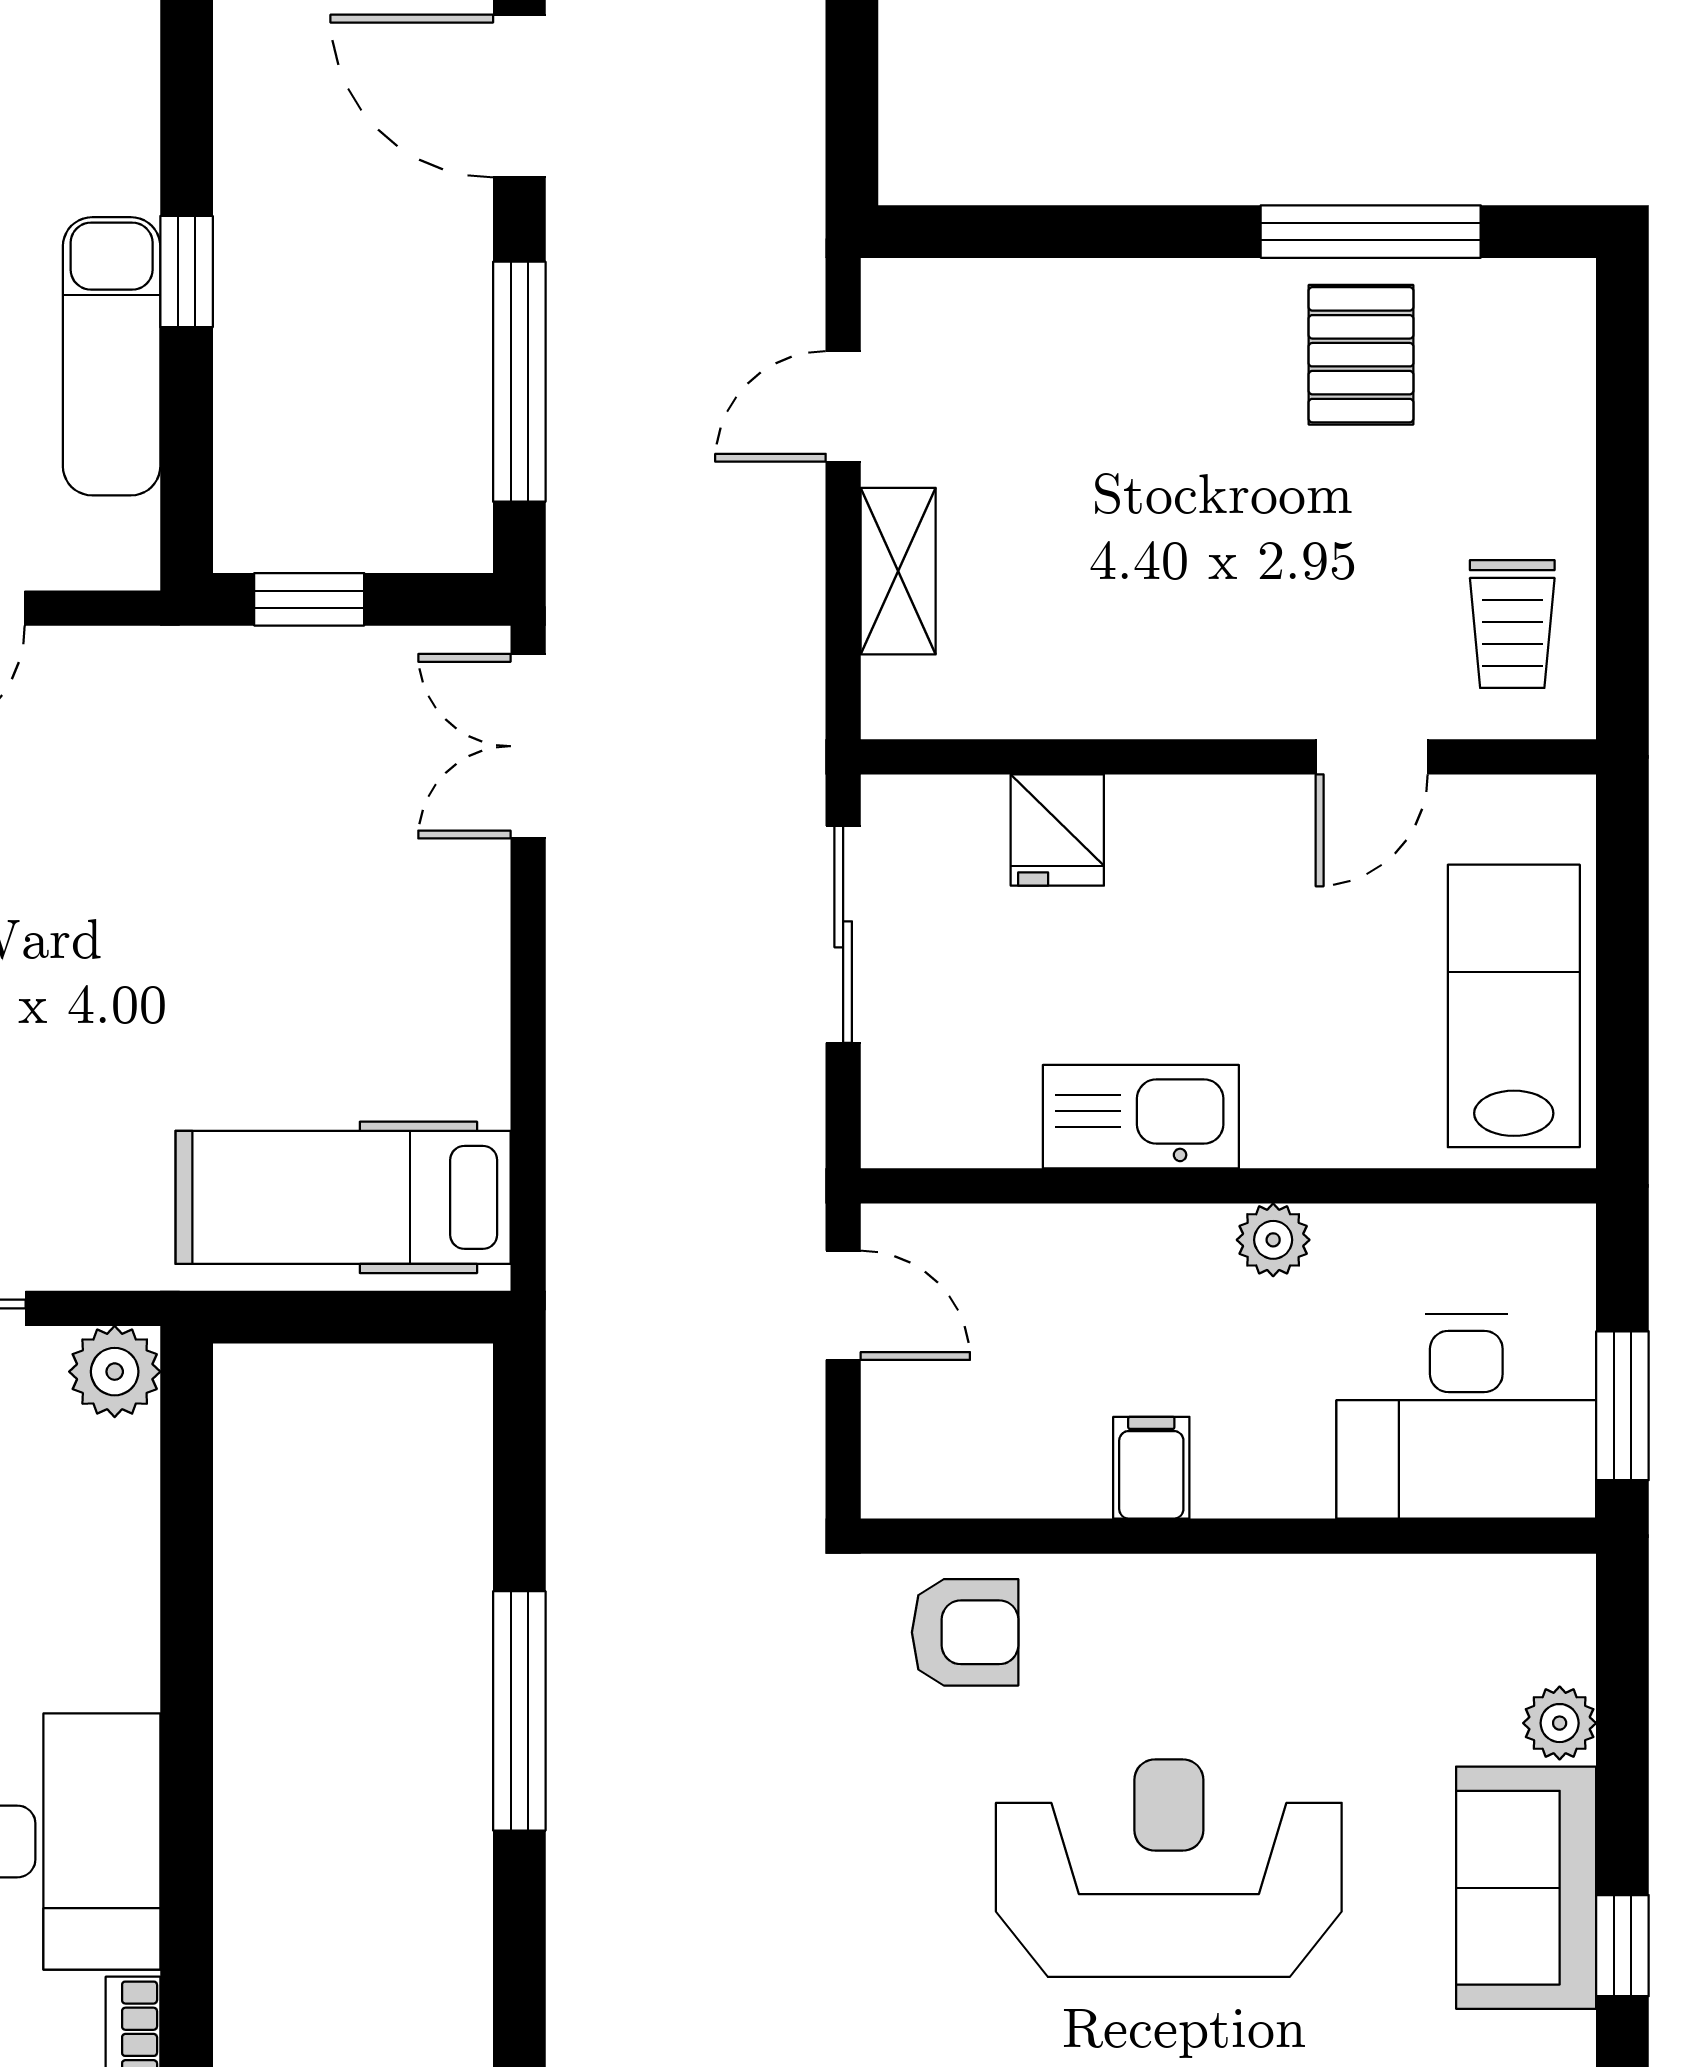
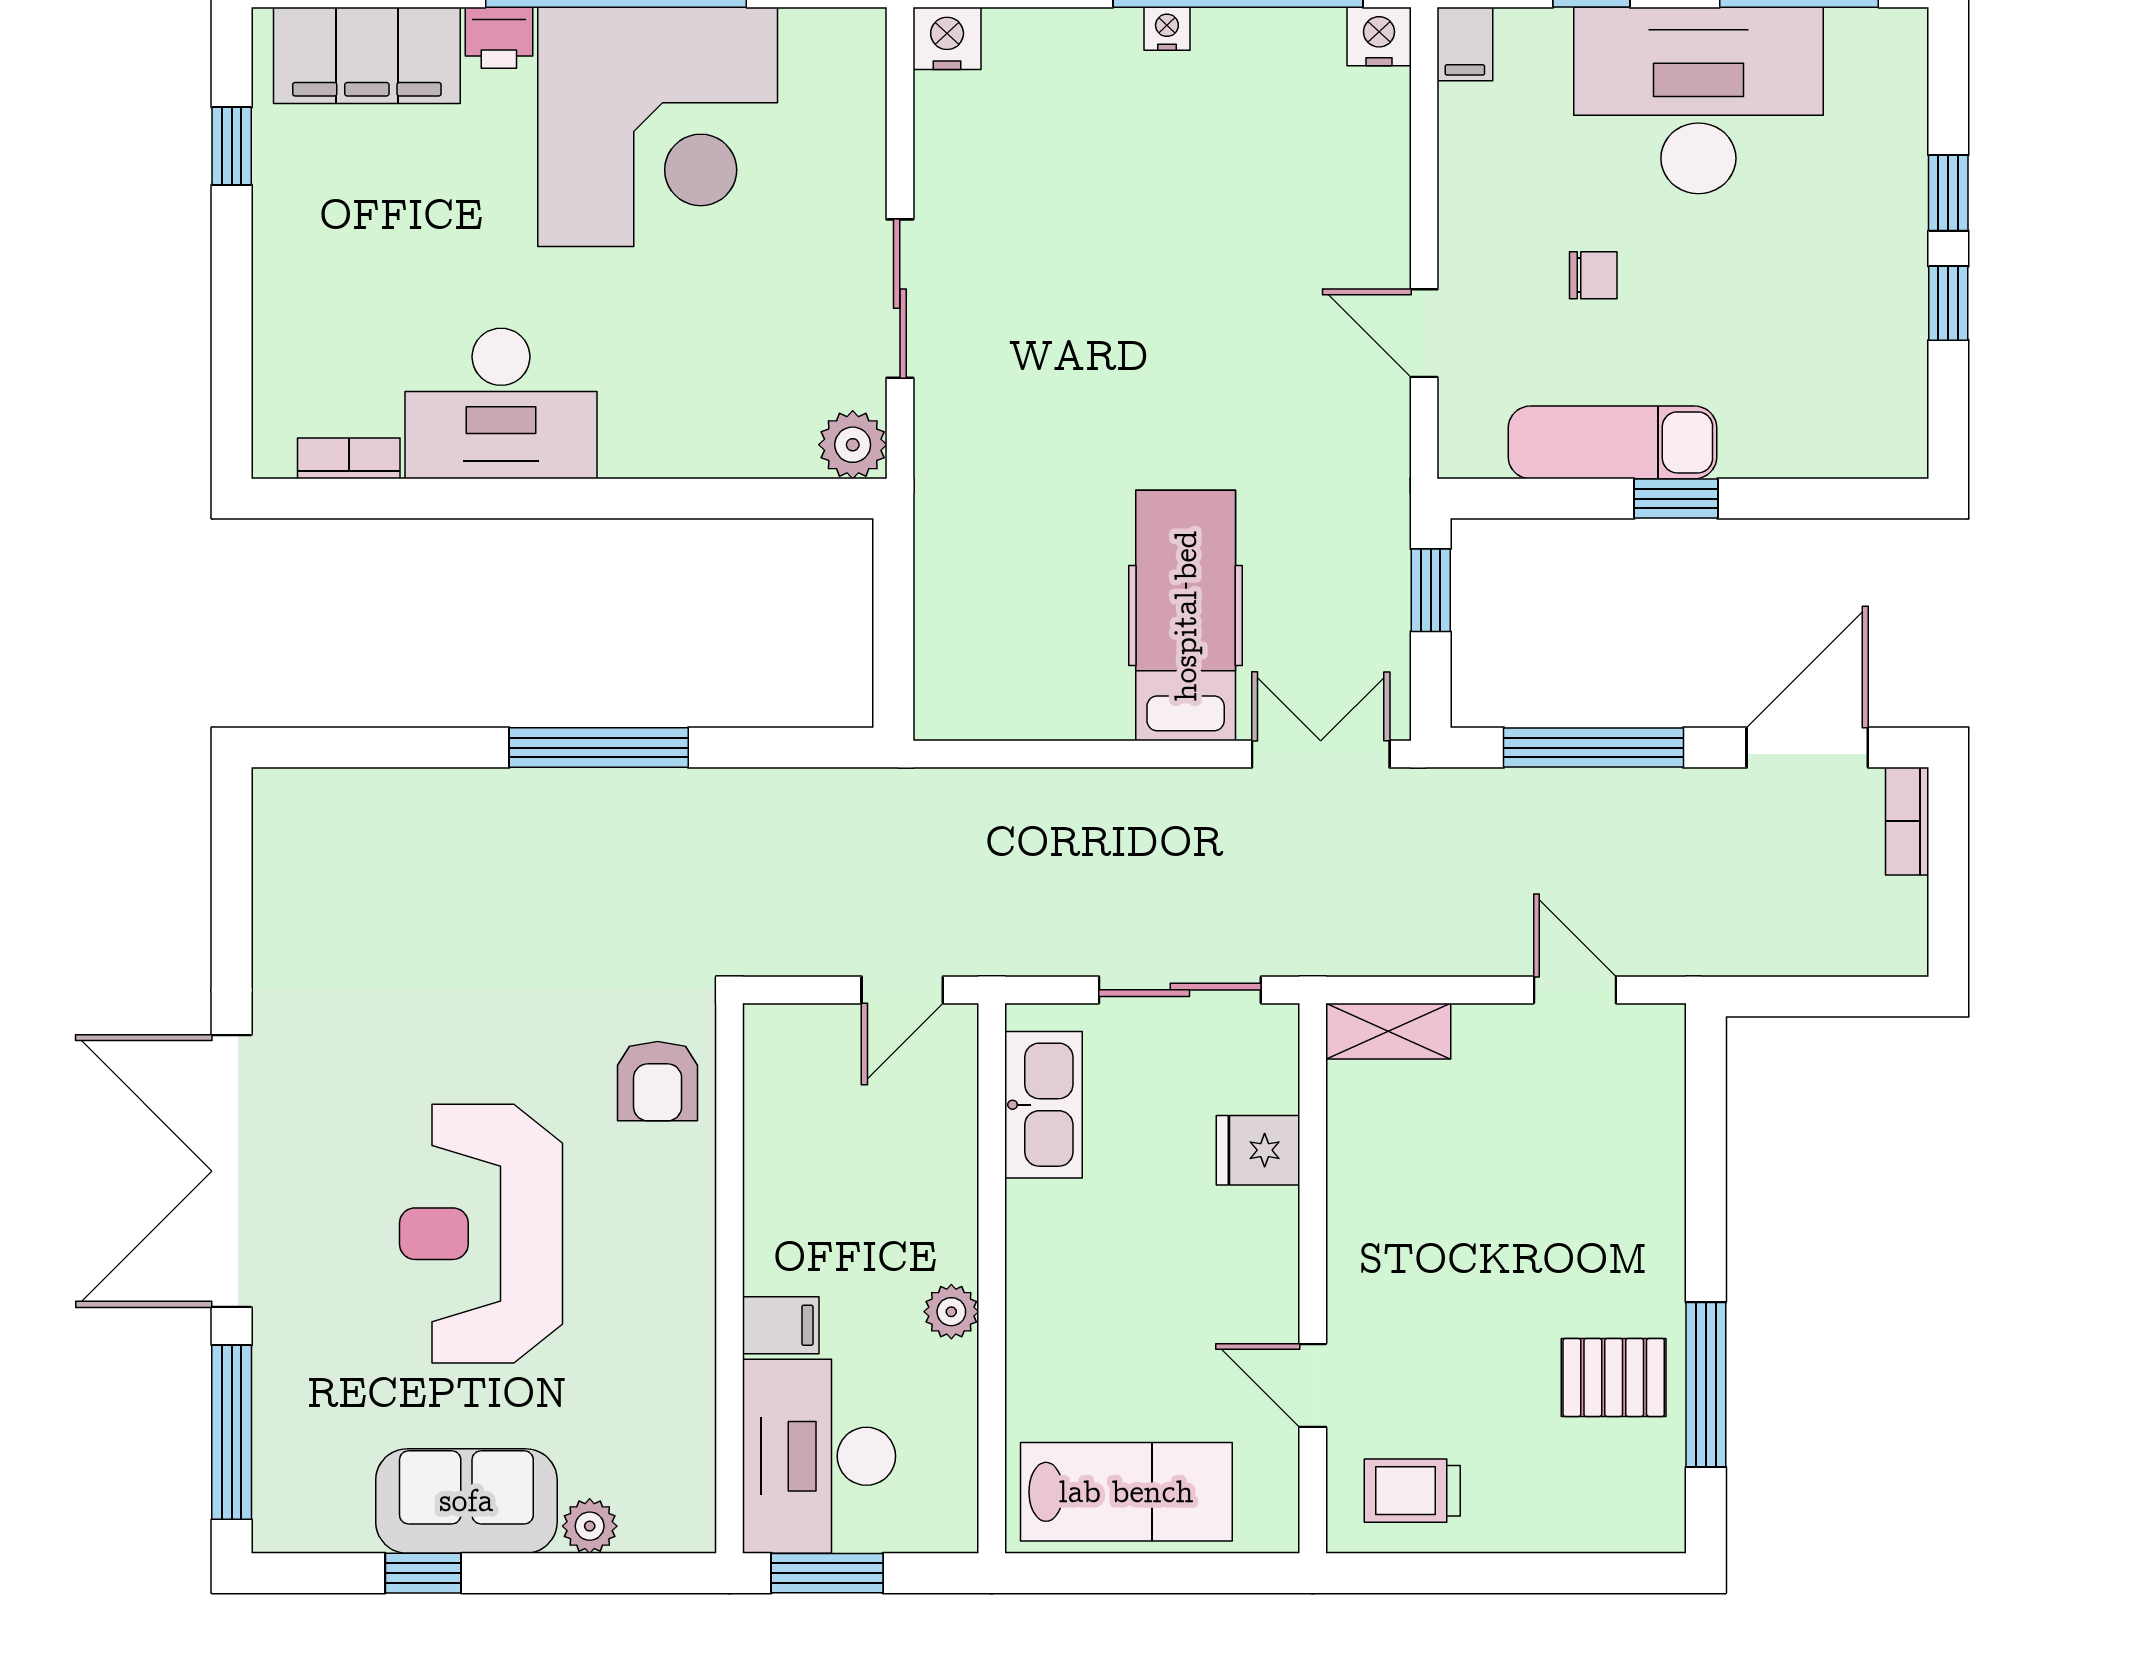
shelving: (898, 571) -> (1388, 1031), moved
kitchen sink: (1141, 1117) -> (1043, 1105), moved
hospital bed: (343, 1197) -> (1186, 616), moved
filing cabinet: (1151, 1468) -> (781, 1325), moved
reception desk: (1169, 1868) -> (481, 1234), turned 180

